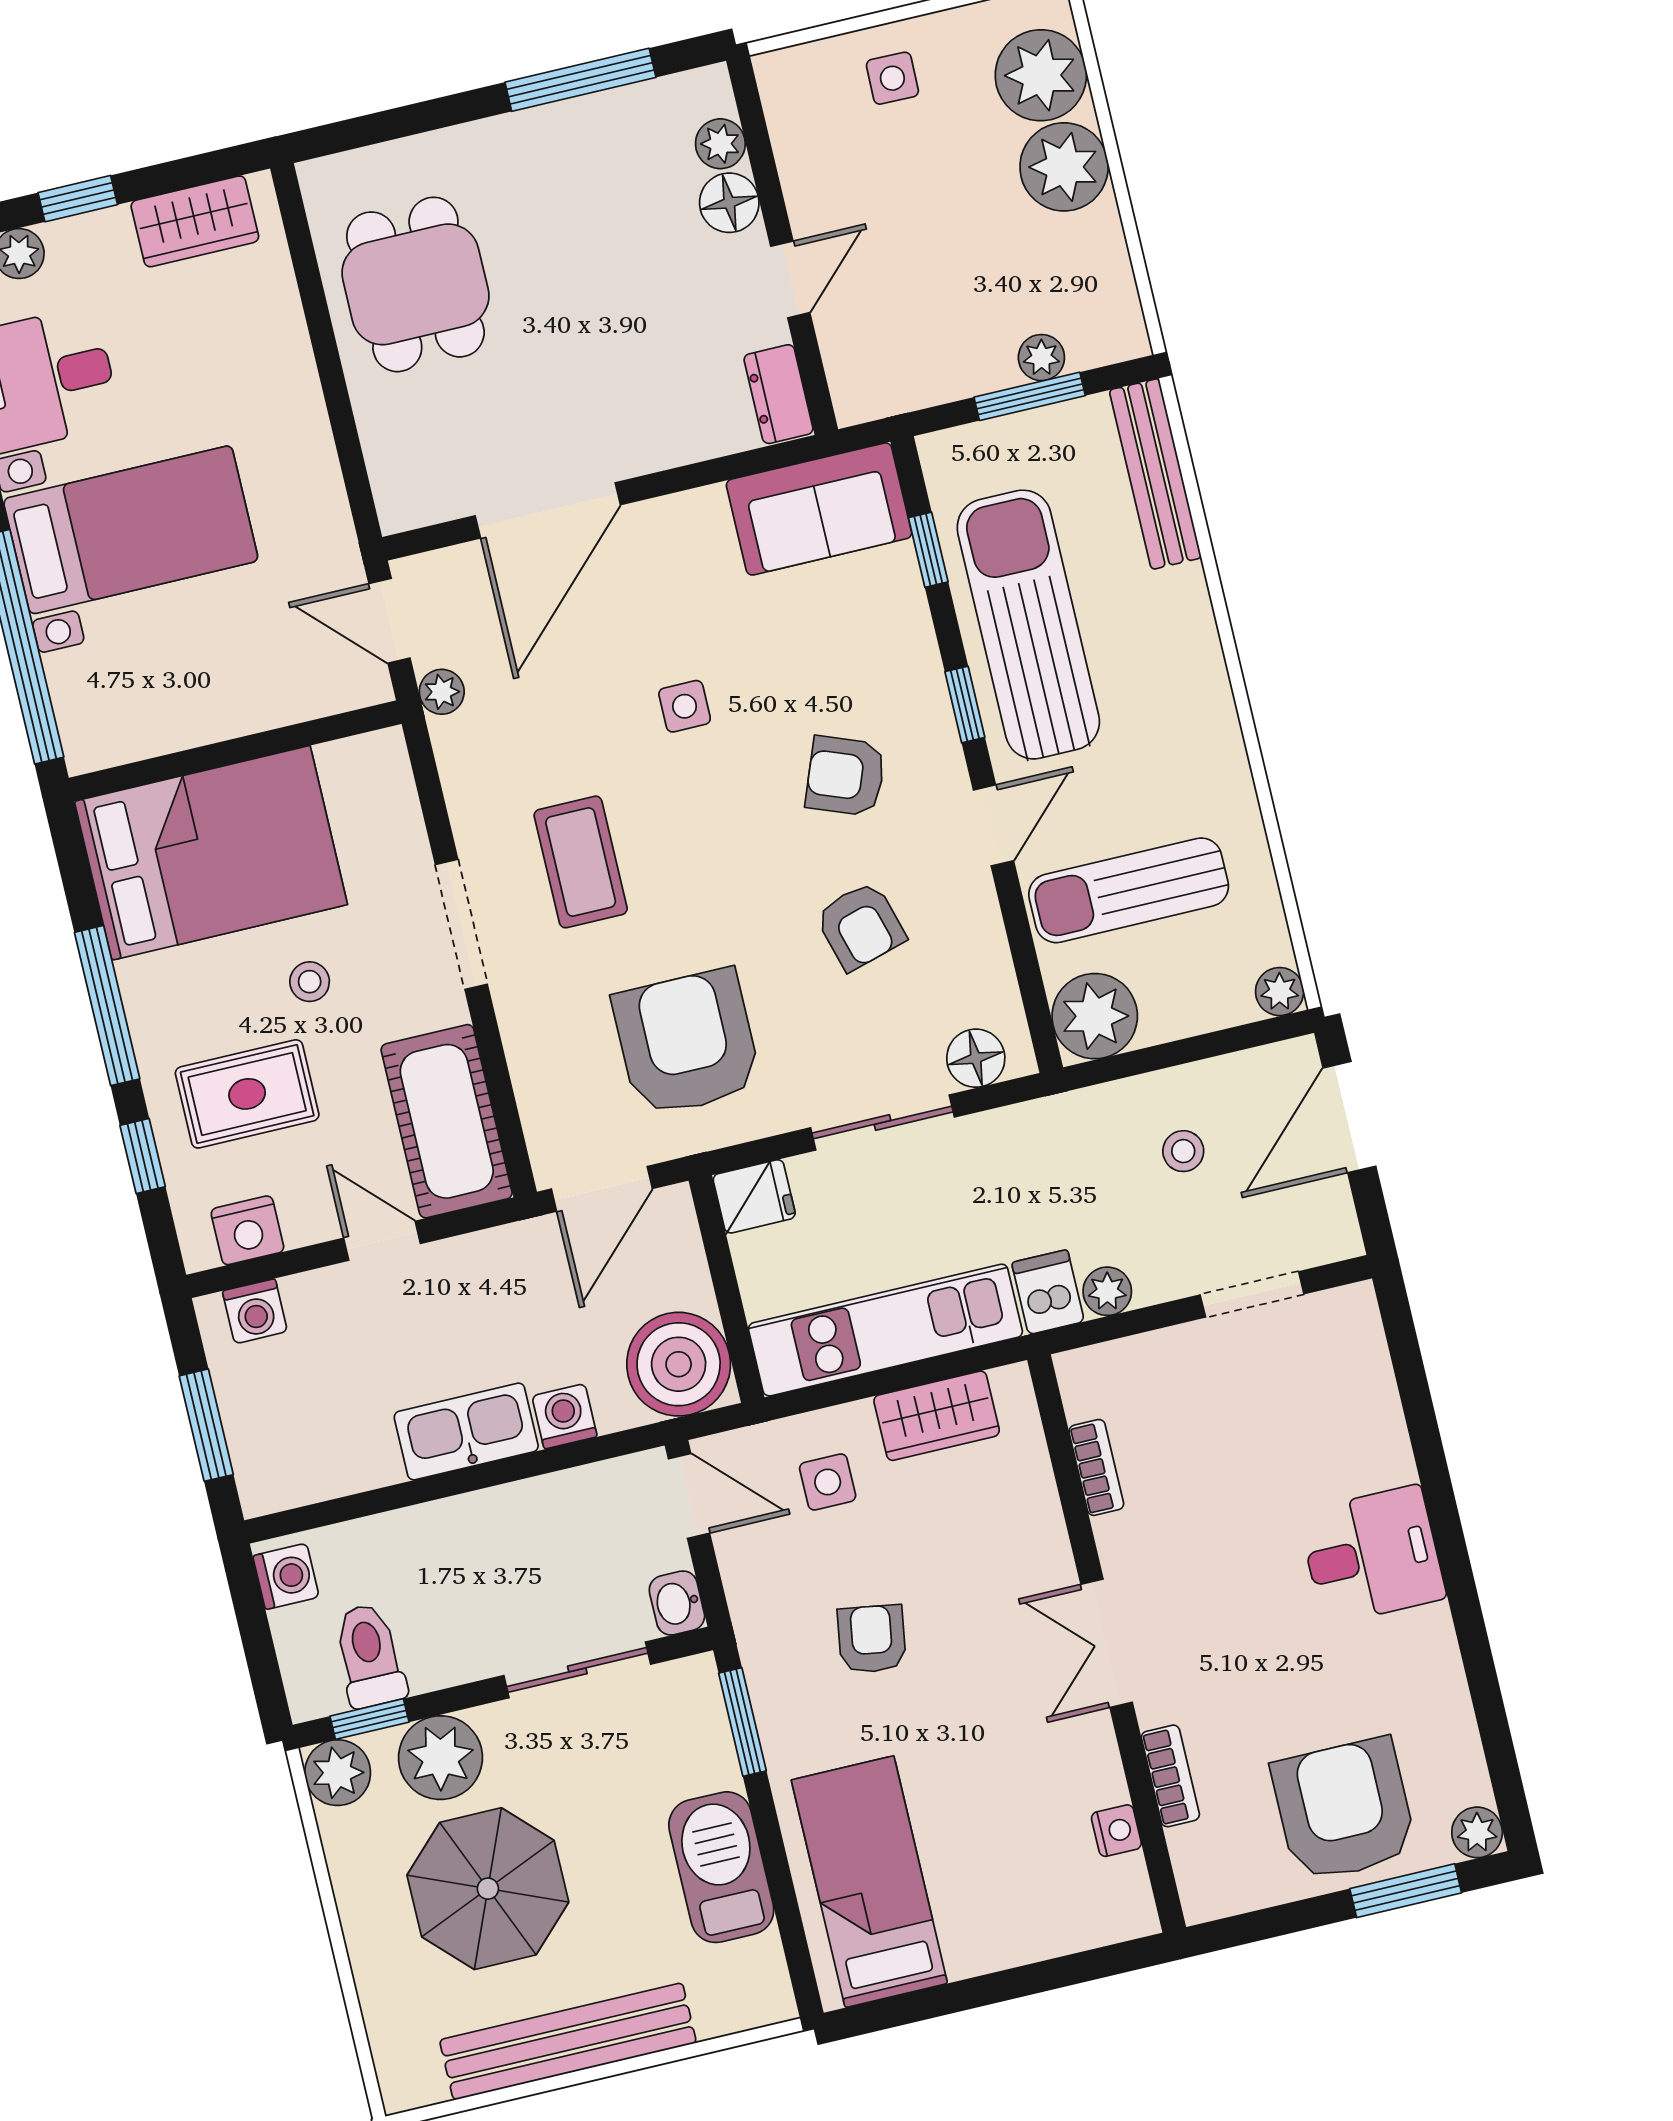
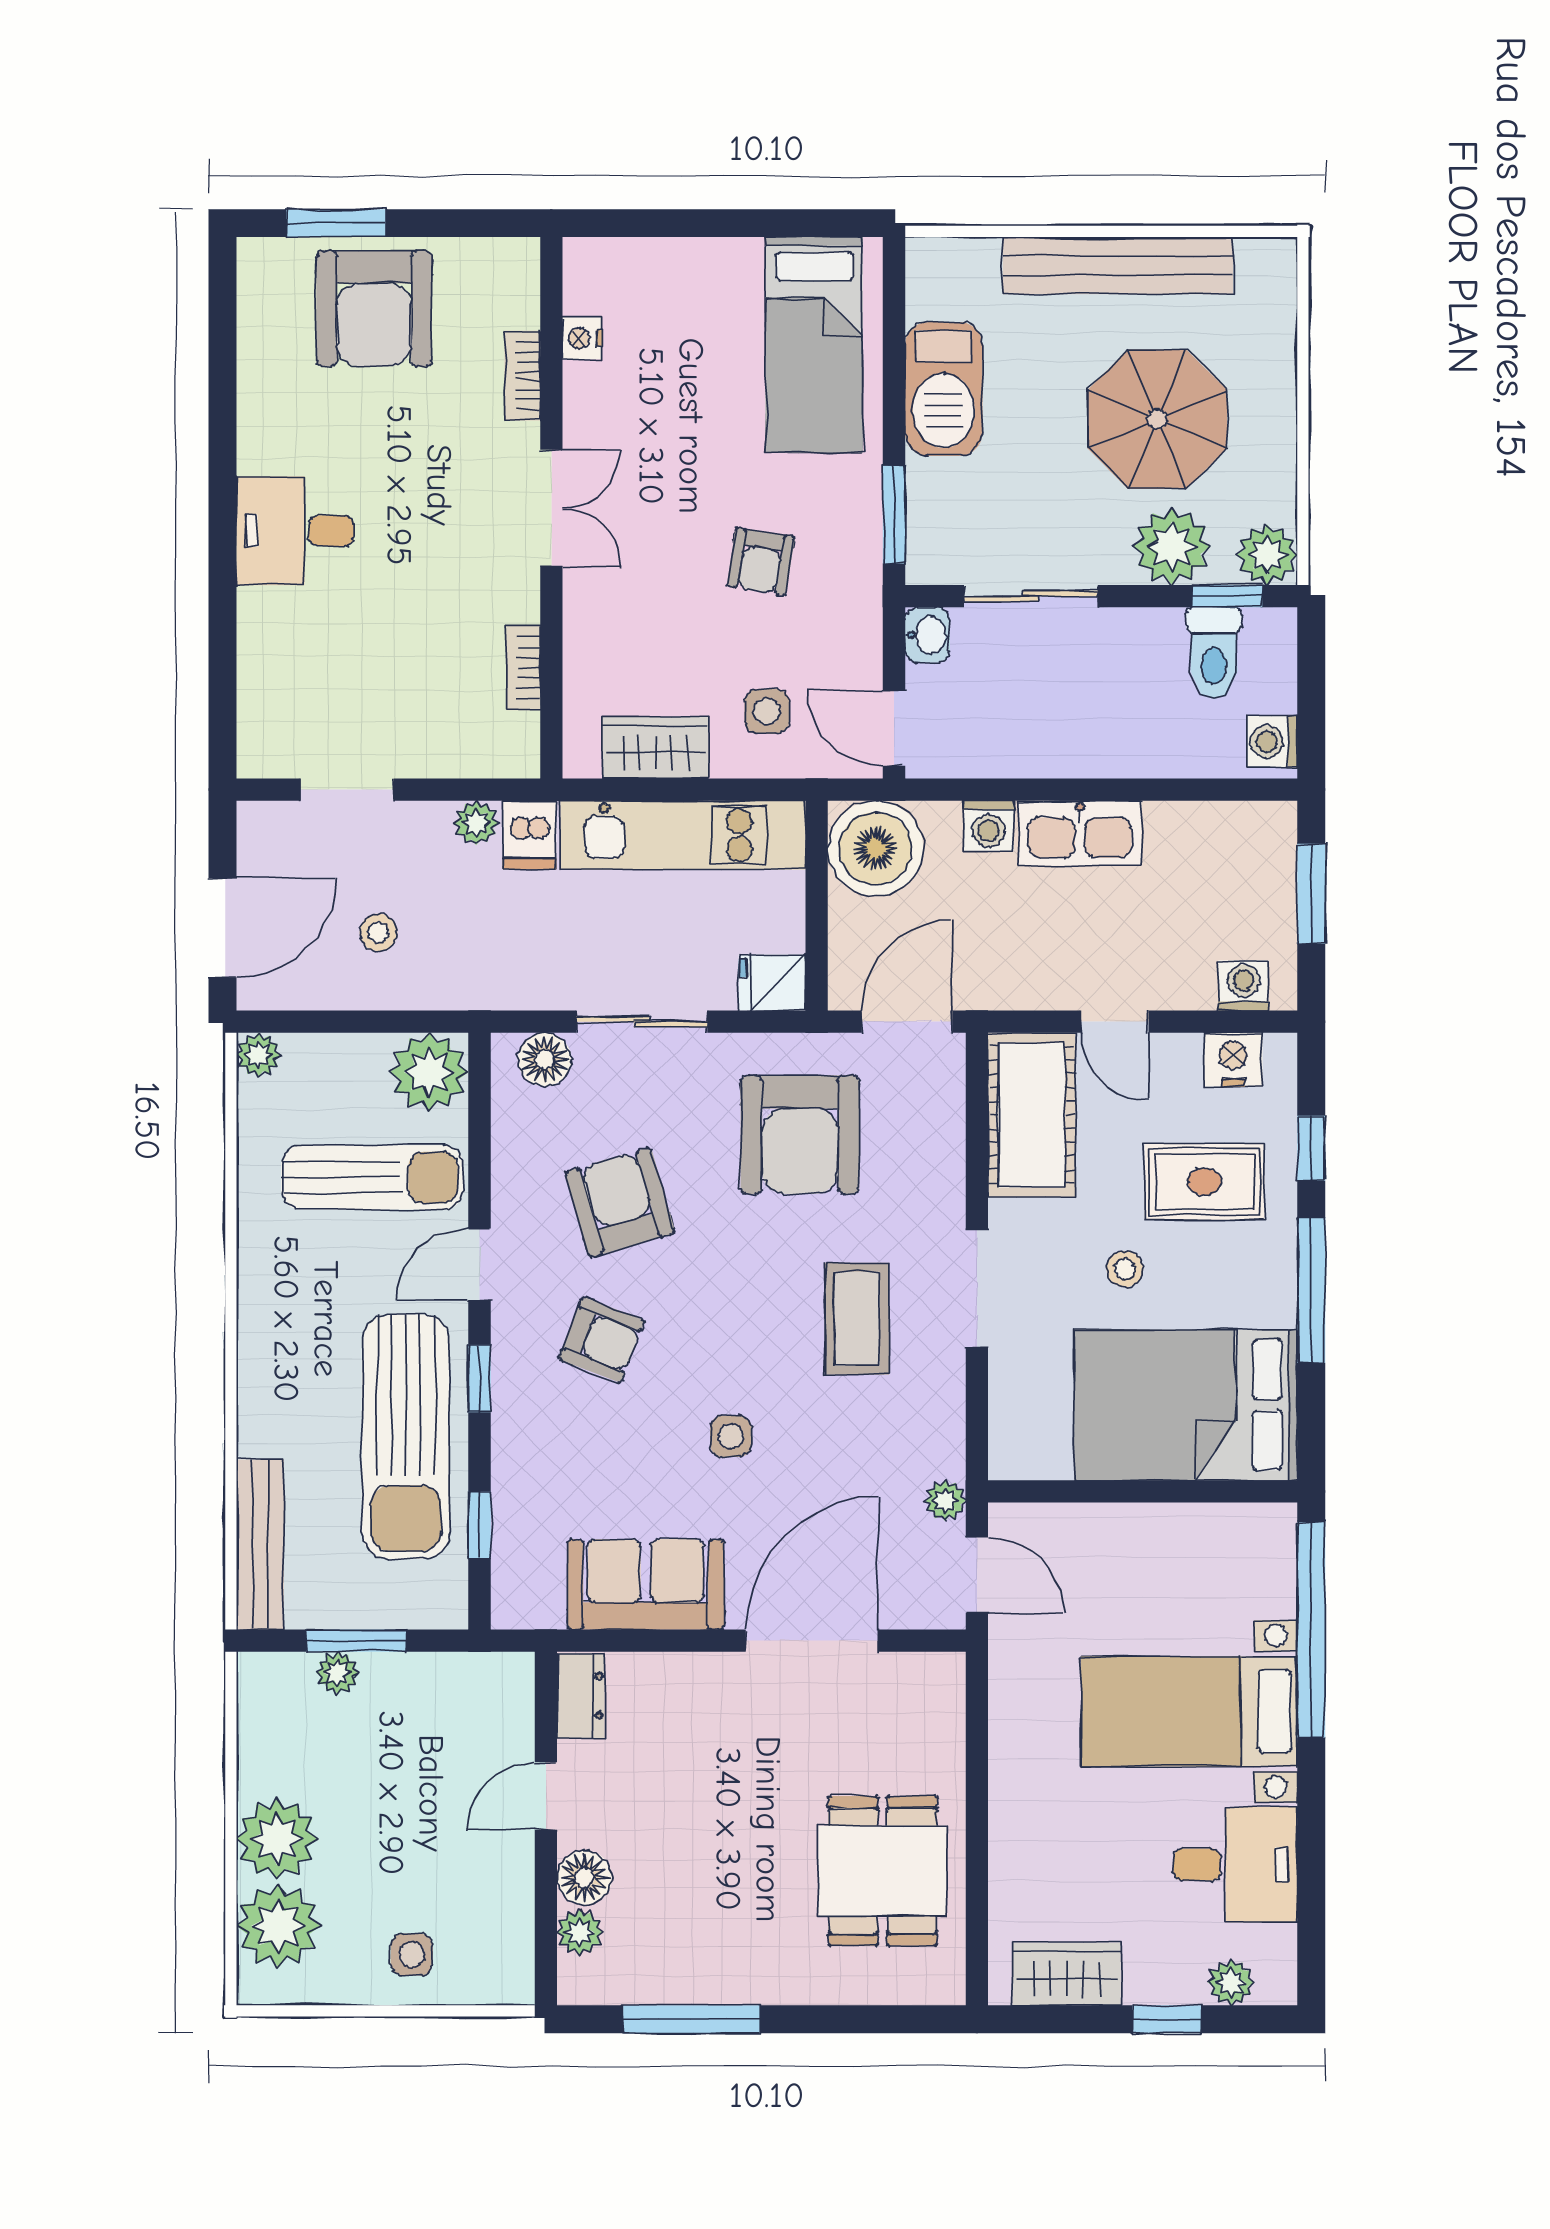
sofa: (819, 509) -> (646, 1584), moved
armchair: (860, 926) -> (620, 1202), width x1.38, depth x1.38
plant: (1477, 1832) -> (260, 260), removed

